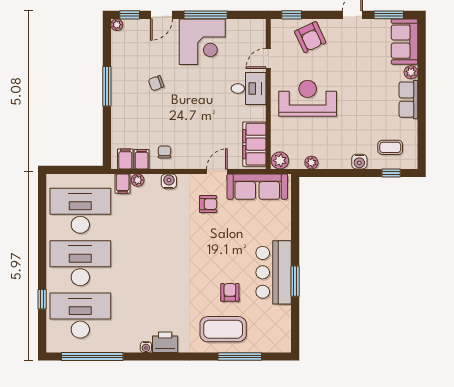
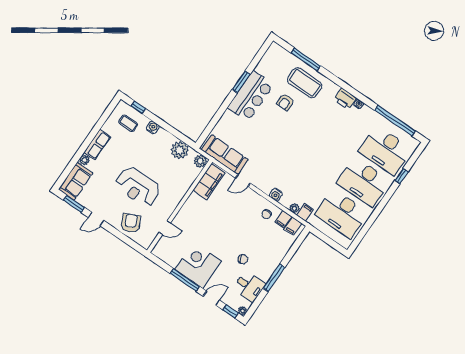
window: (292, 15) -> (133, 244), removed
desk: (249, 89) -> (249, 286), moved, turned 180
reception desk: (308, 98) -> (138, 187), moved
plant: (311, 163) -> (180, 150), width x1.87, depth x1.87
armchair: (208, 204) -> (262, 165), removed

